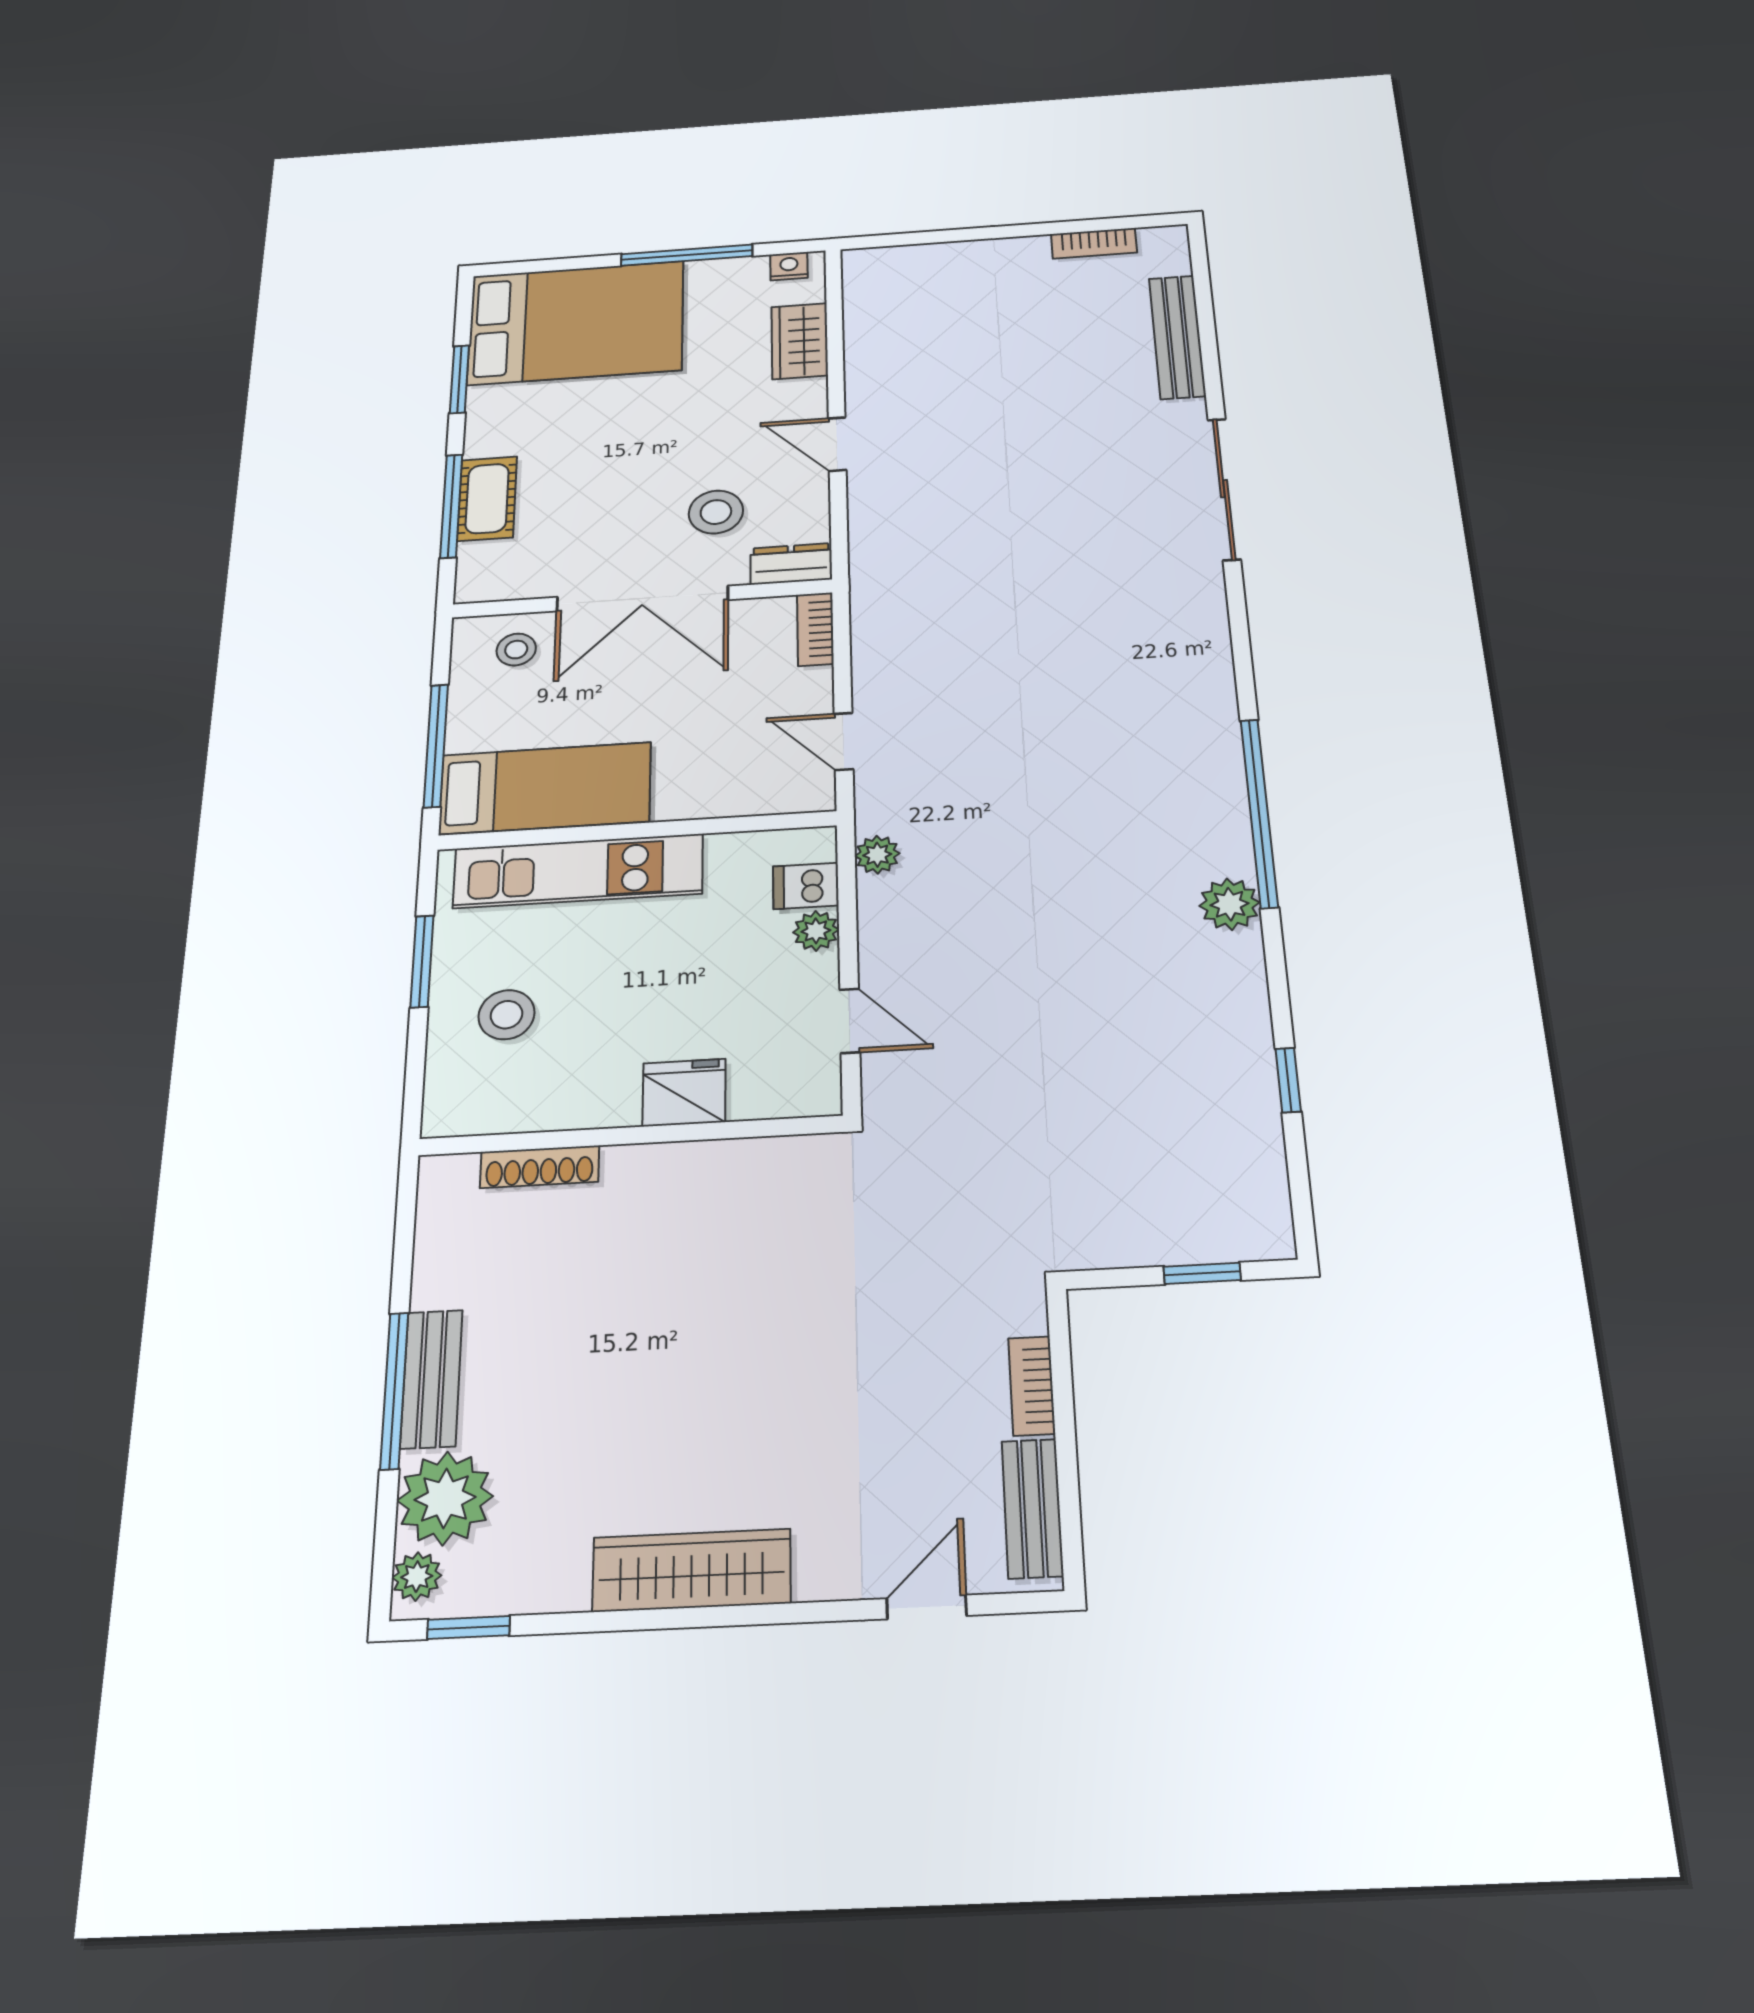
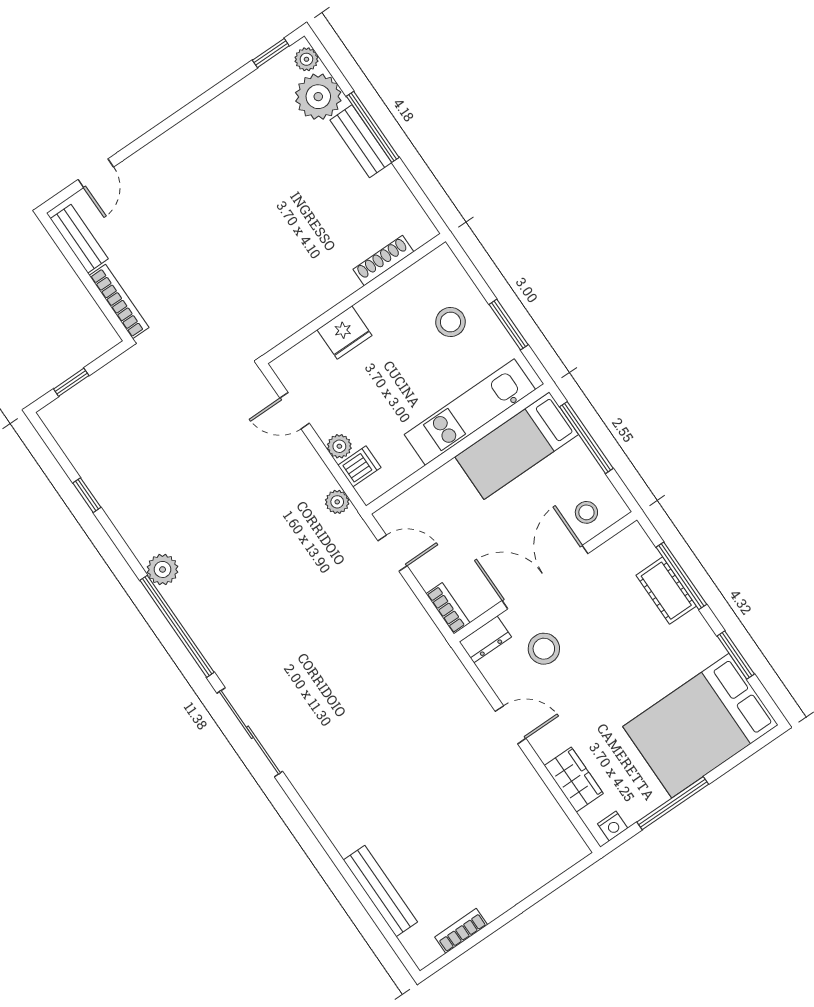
sliding door: (1224, 489) -> (250, 732), moved
bookcase: (1032, 1386) -> (119, 302), width x1.56
wardrobe: (692, 1570) -> (198, 130), removed

